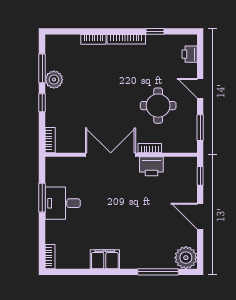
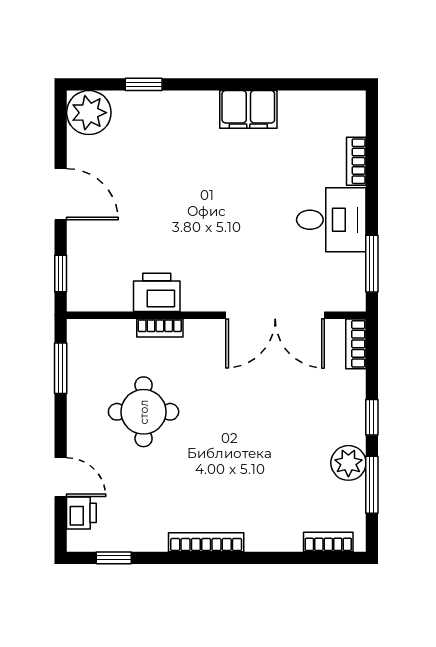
window: (155, 31) -> (114, 558), moved
bookcase: (93, 39) -> (328, 542), moved
door: (200, 88) -> (61, 477), moved
double door: (111, 155) -> (275, 315), moved
window: (42, 198) -> (372, 264), moved
bookcase: (50, 257) -> (356, 161), moved
window: (158, 272) -> (144, 84), width x0.46

